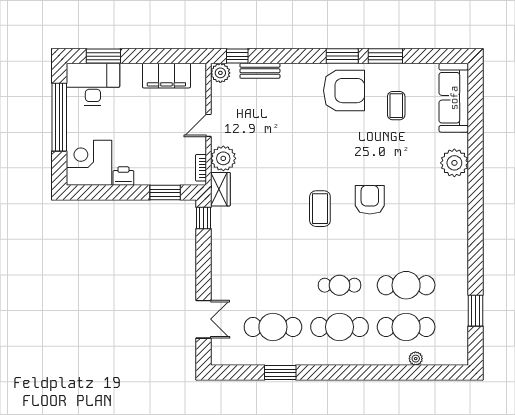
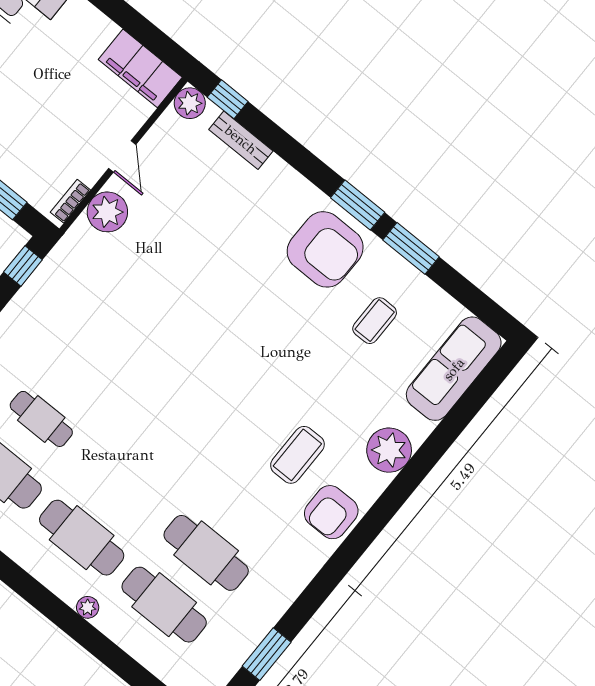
filing cabinet: (166, 76) -> (140, 68), moved
door: (209, 125) -> (122, 156), swing flipped
wardrobe: (220, 189) -> (73, 247), removed
armchair: (370, 200) -> (331, 512), moved, turned 180
coffee table: (320, 209) -> (297, 455), moved
cafe table: (340, 285) -> (41, 419), moved
plant: (416, 359) -> (88, 607), moved

